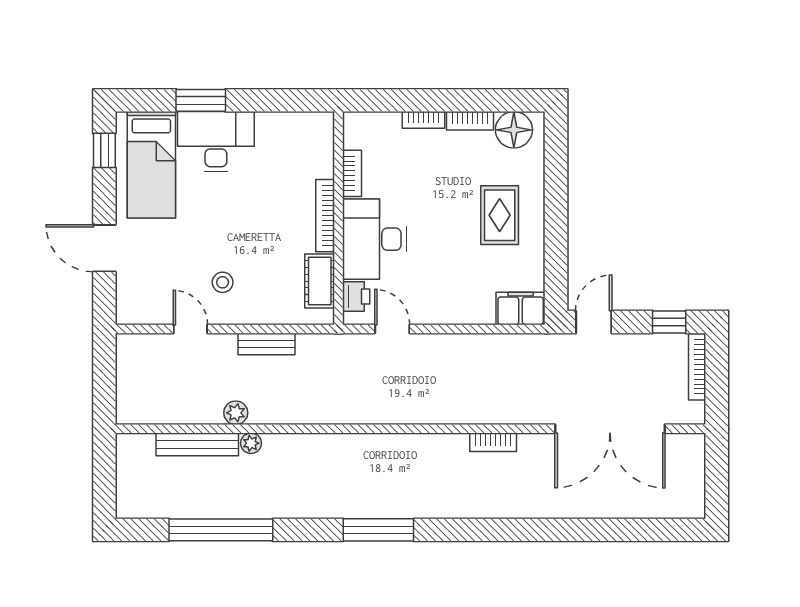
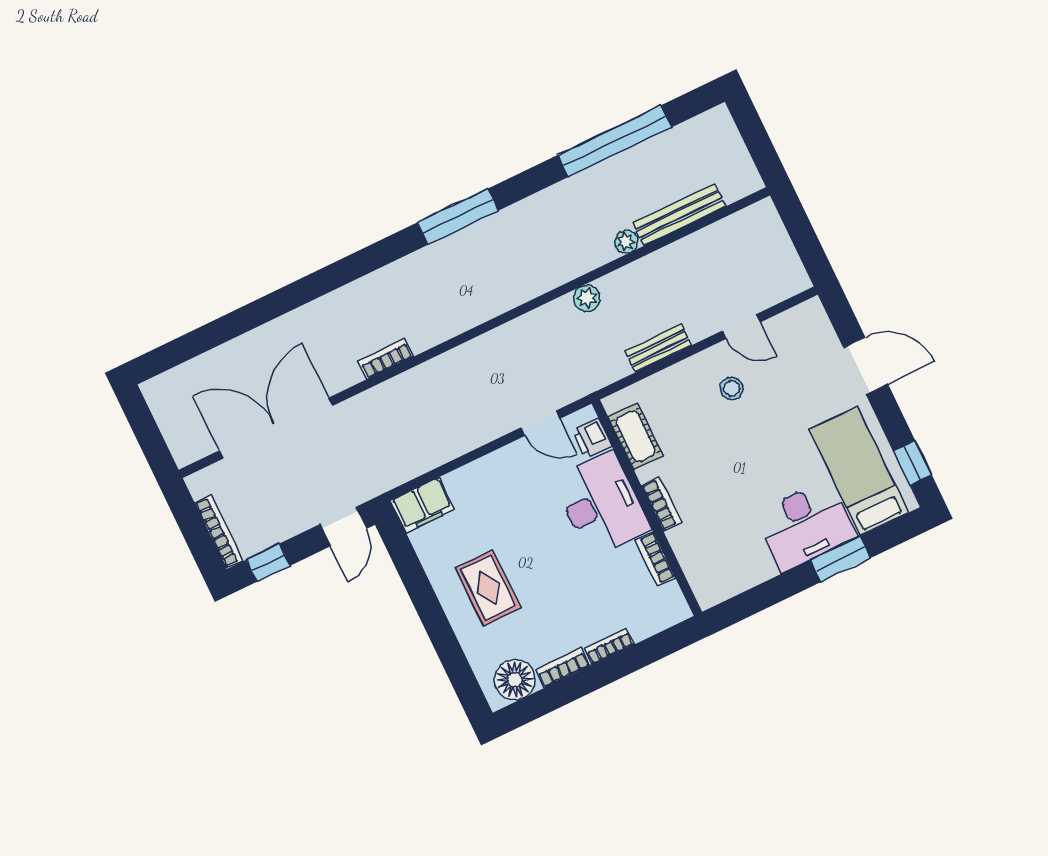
bookcase: (325, 216) -> (662, 504), width x0.64
plant: (236, 413) -> (587, 298), moved

